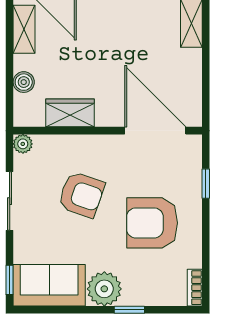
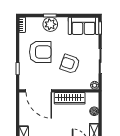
wardrobe: (70, 113) -> (70, 98), width x1.50
plant: (104, 289) -> (50, 24), moved

